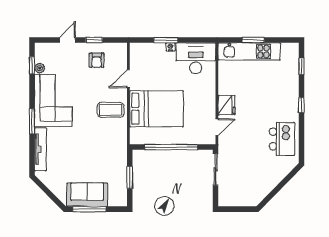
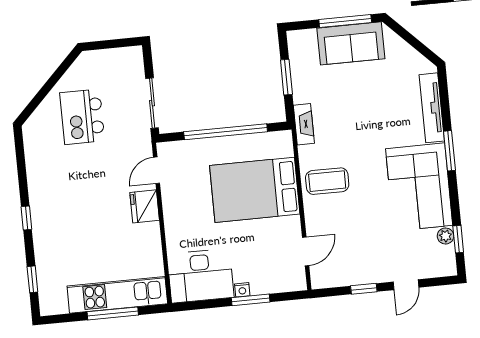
window: (253, 40) -> (113, 313), width x1.44
armchair: (97, 60) -> (357, 257), removed
door: (128, 79) -> (306, 251), moved
kitchen island: (282, 139) -> (82, 117), moved
fireplace: (122, 147) -> (304, 124), added

